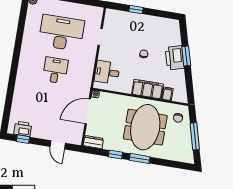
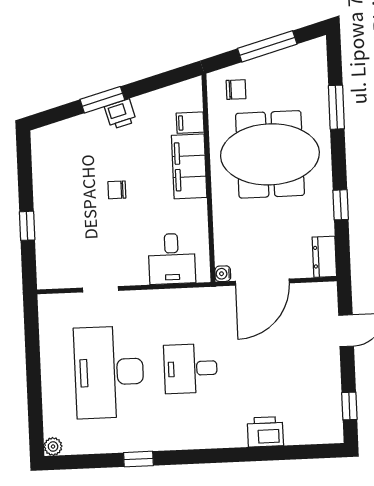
window: (19, 38) -> (138, 459), added
printer: (175, 58) -> (120, 114), width x0.53, depth x0.68
door: (88, 111) -> (262, 282), hinge flipped
printer: (23, 129) -> (265, 432), moved, turned 90
window: (140, 158) -> (336, 107), moved

